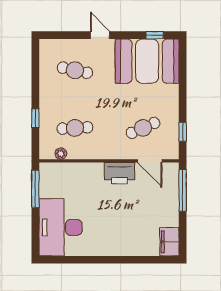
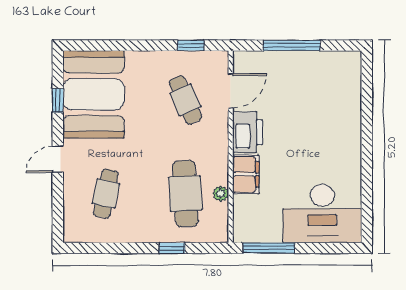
window: (155, 35) -> (58, 100), moved
cafe table: (75, 128) -> (185, 194), width x1.37, depth x1.35
plant: (61, 154) -> (221, 194), moved
window: (183, 190) -> (291, 45), moved
filing cabinet: (169, 242) -> (246, 174), moved, turned -90

